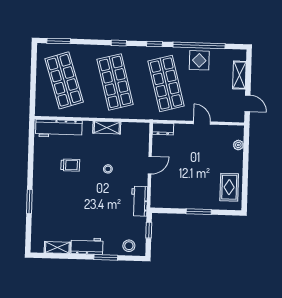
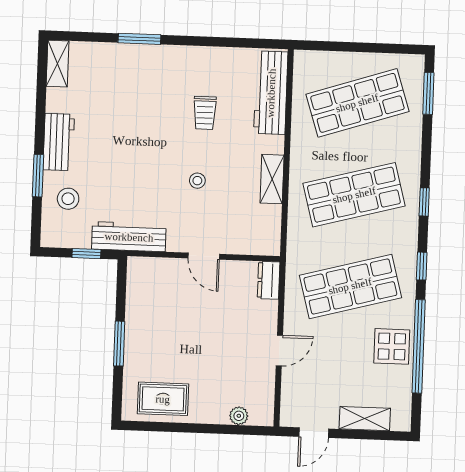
workbench: (139, 201) -> (129, 237), width x1.38
stool: (129, 246) -> (68, 199), moved
shelving: (57, 247) -> (58, 64), moved

